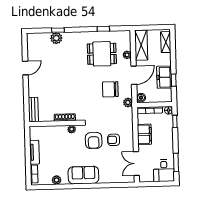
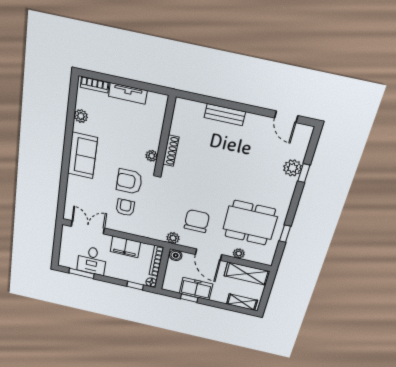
dining table: (102, 54) -> (250, 223), width x1.38
door: (25, 68) -> (286, 117), moved
bench: (33, 110) -> (225, 115), moved
desk: (164, 171) -> (92, 260), moved, turned -90

